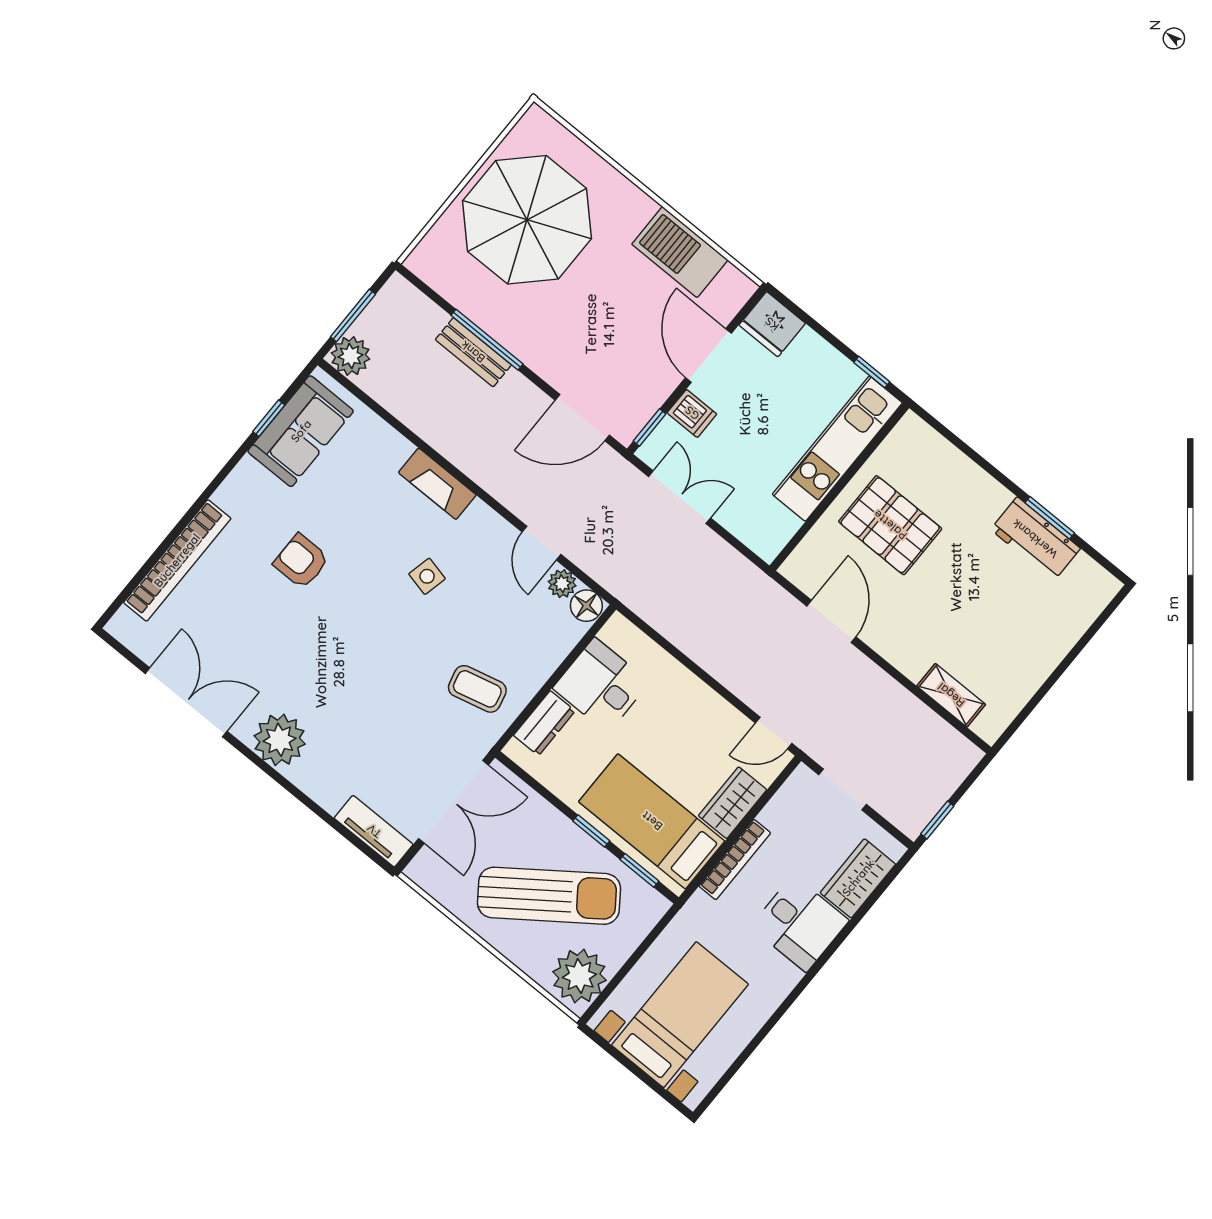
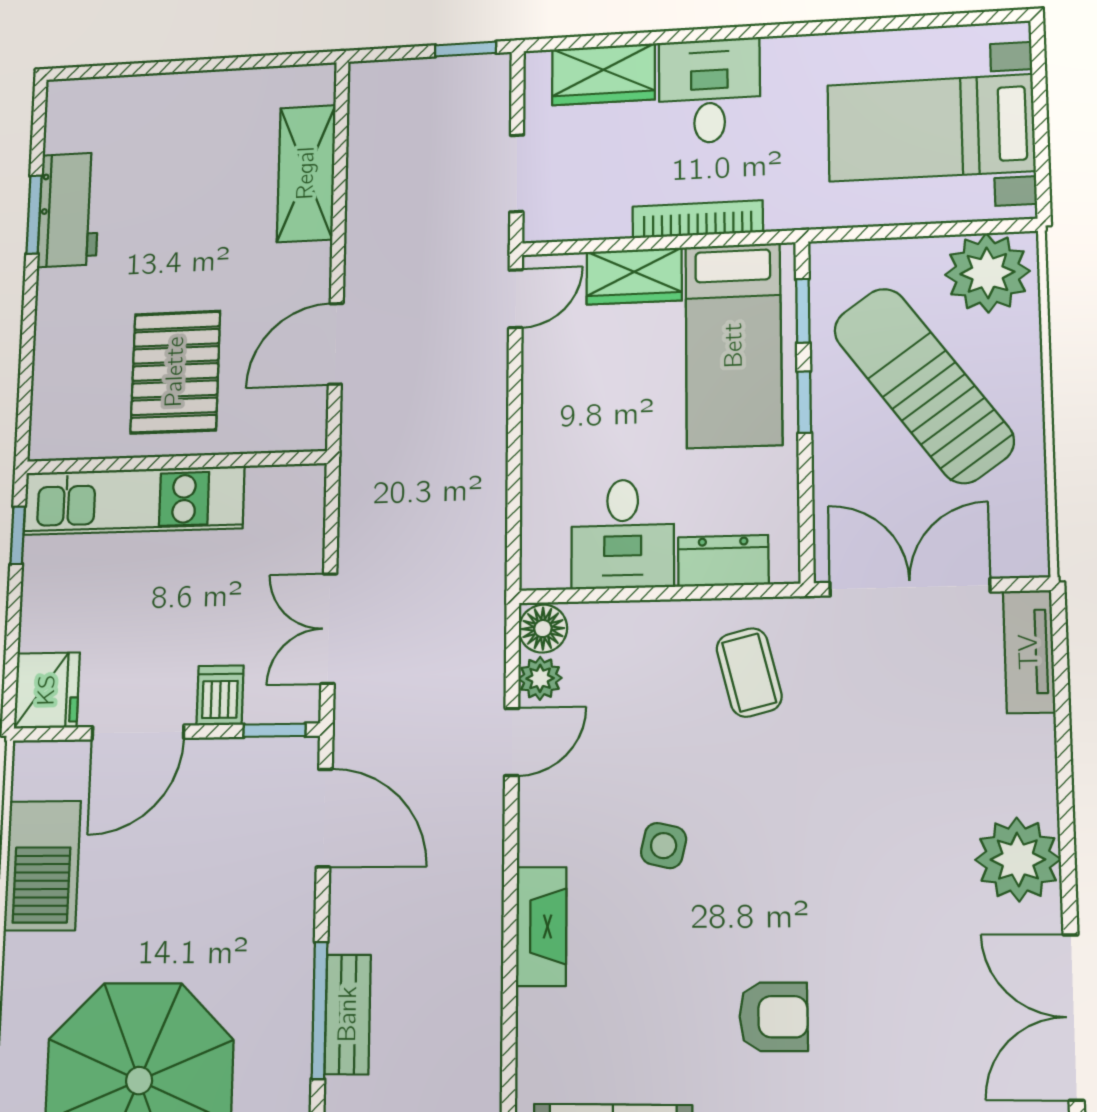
armchair: (301, 561) -> (773, 1017), turned -90
shelving: (951, 695) -> (306, 173), width x1.50, depth x1.33
door: (774, 733) -> (516, 299), hinge flipped

